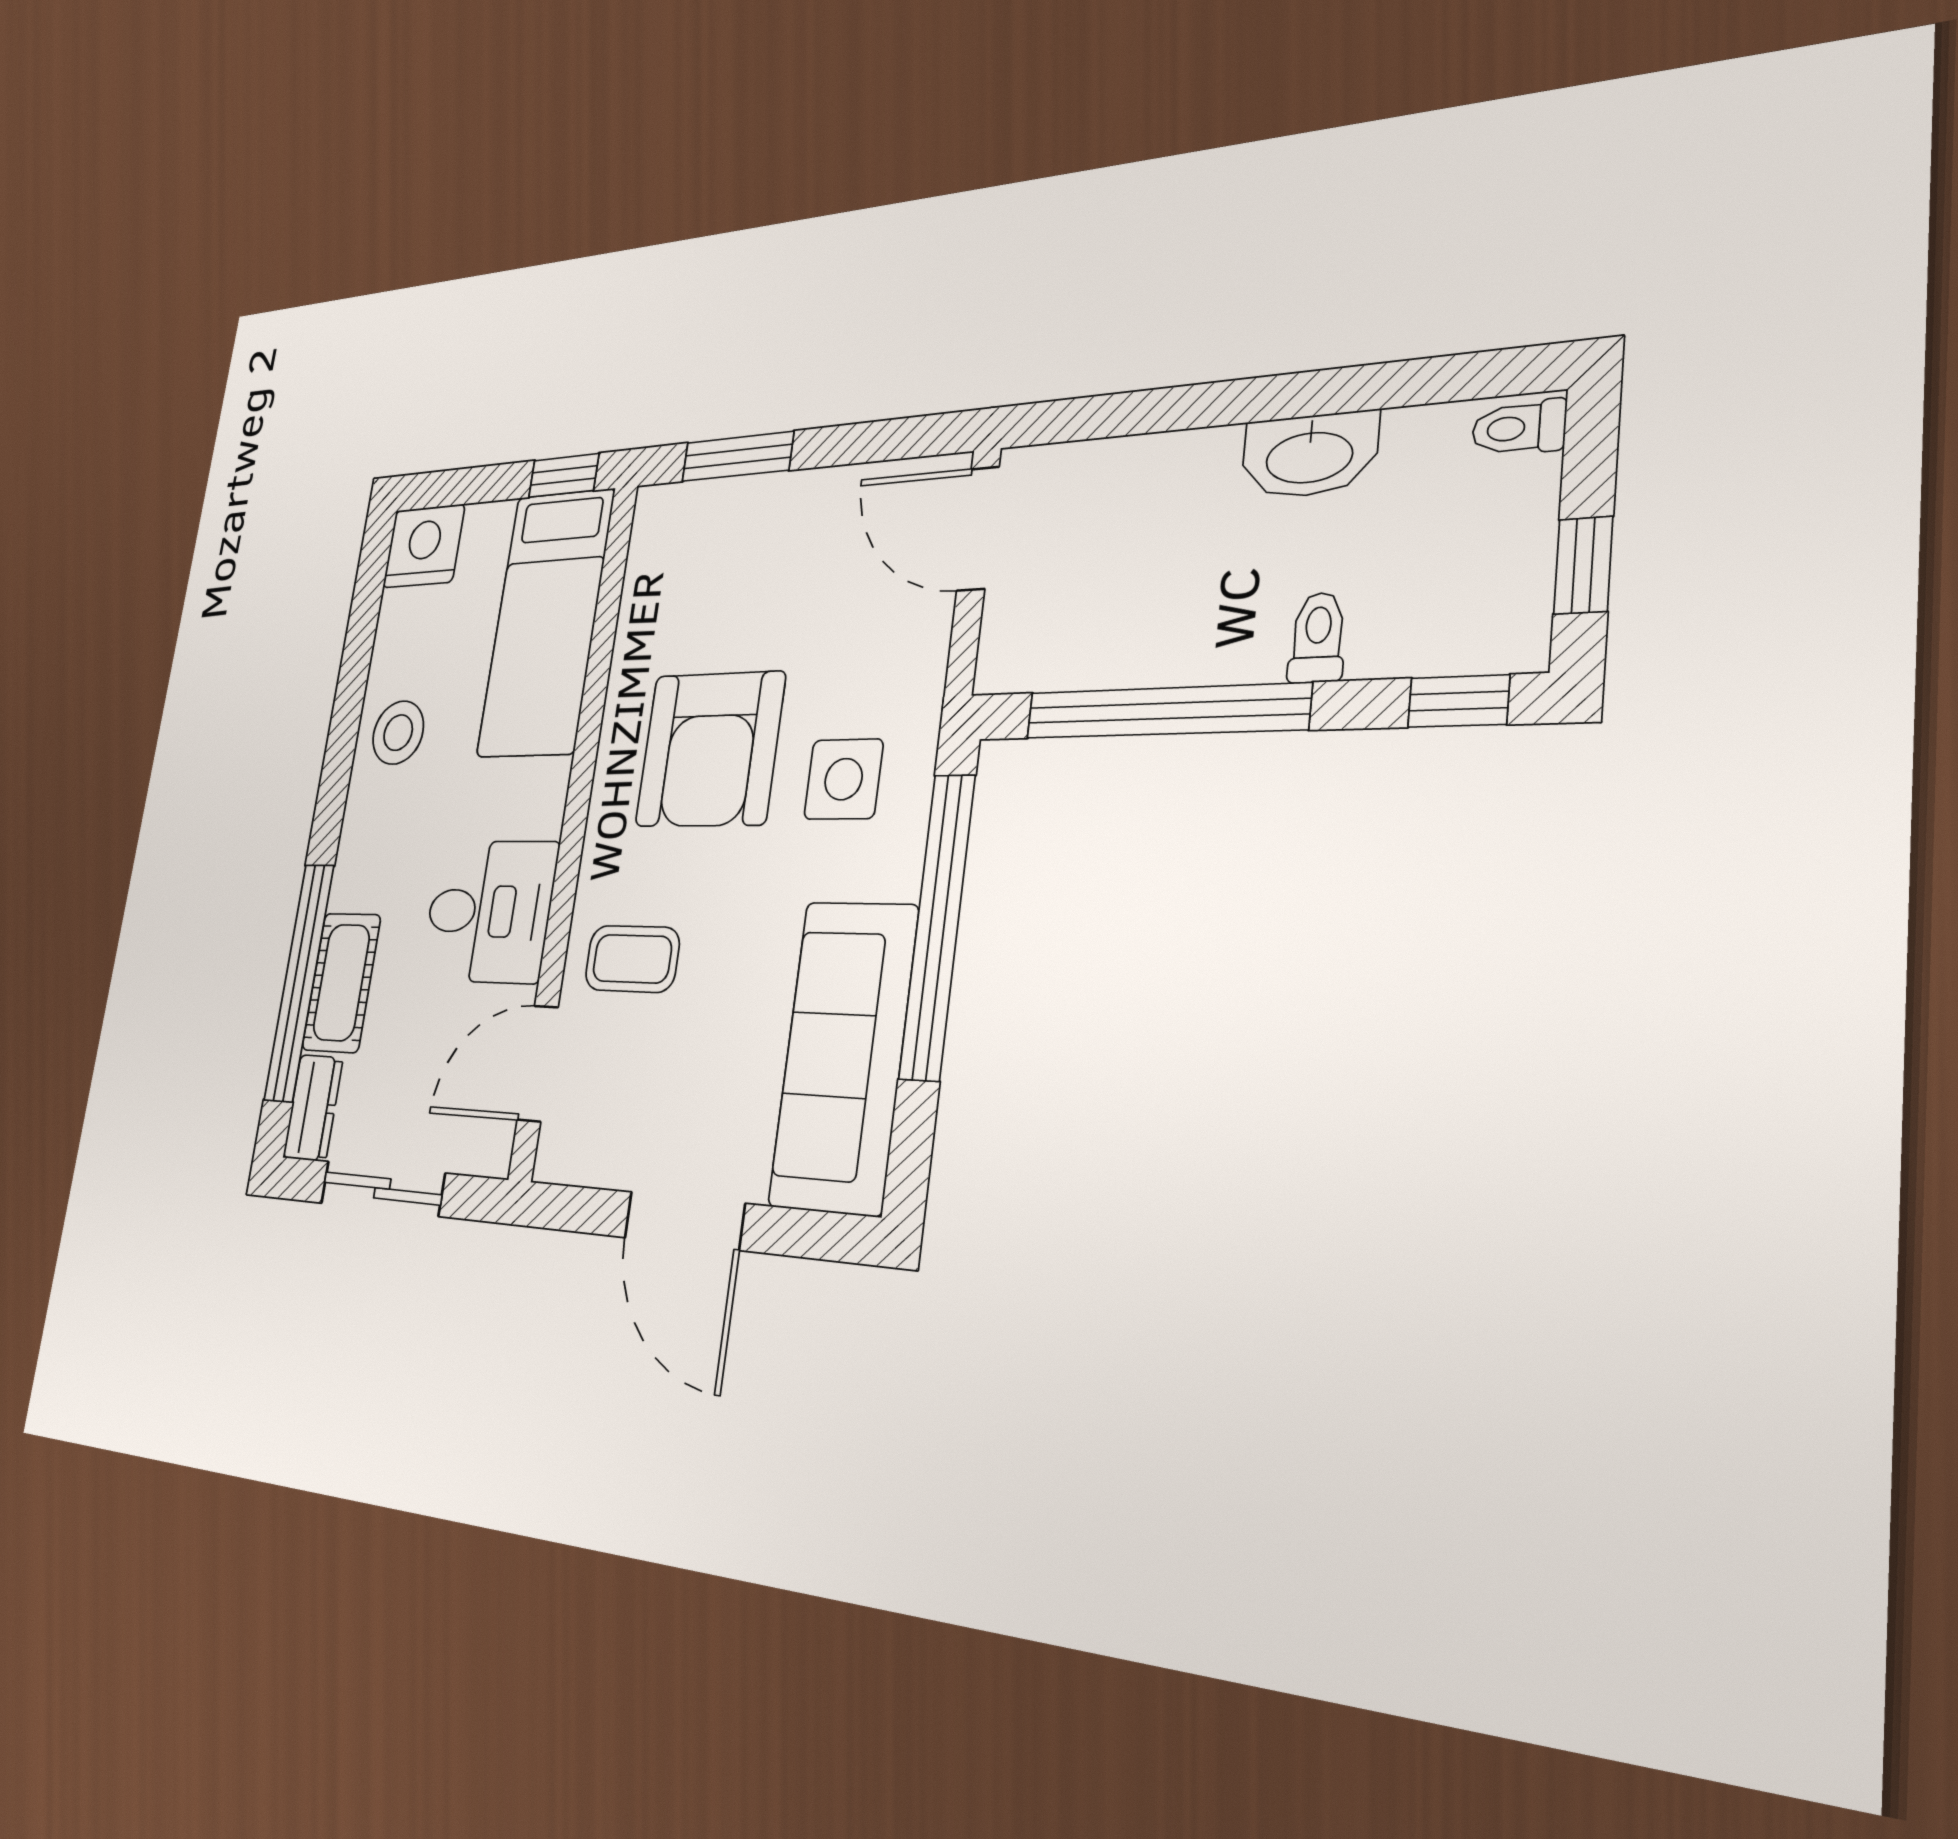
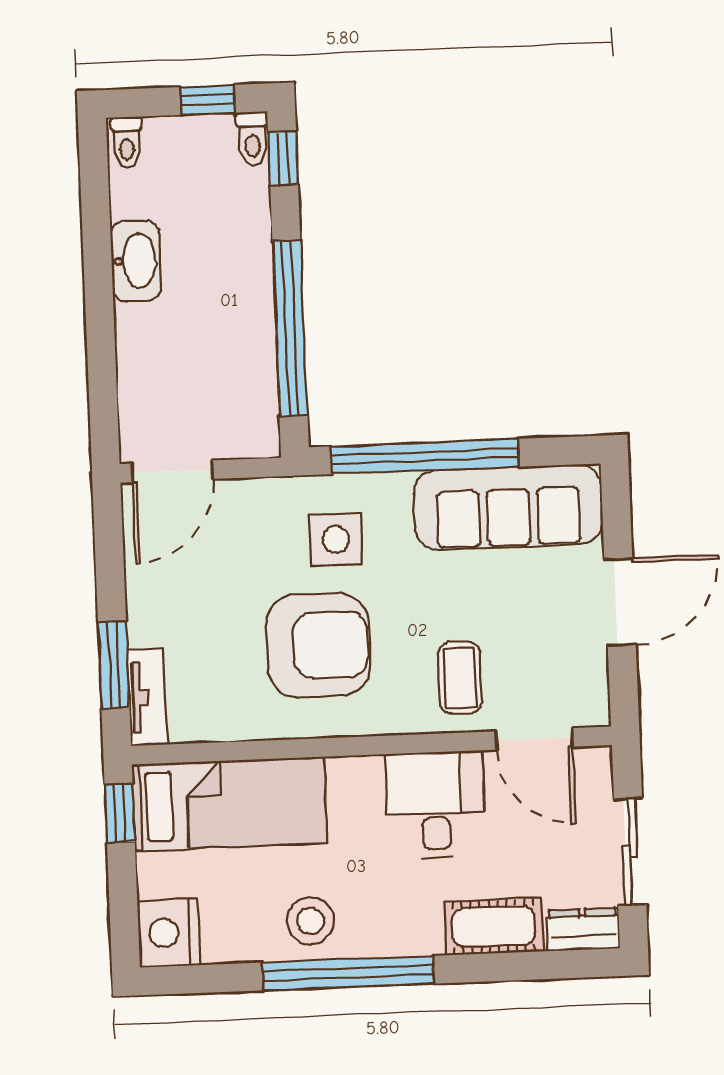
tv unit: (690, 505) -> (147, 697), added
toilet: (1318, 638) -> (252, 138), moved, turned -90
window: (299, 982) -> (348, 973), moved

